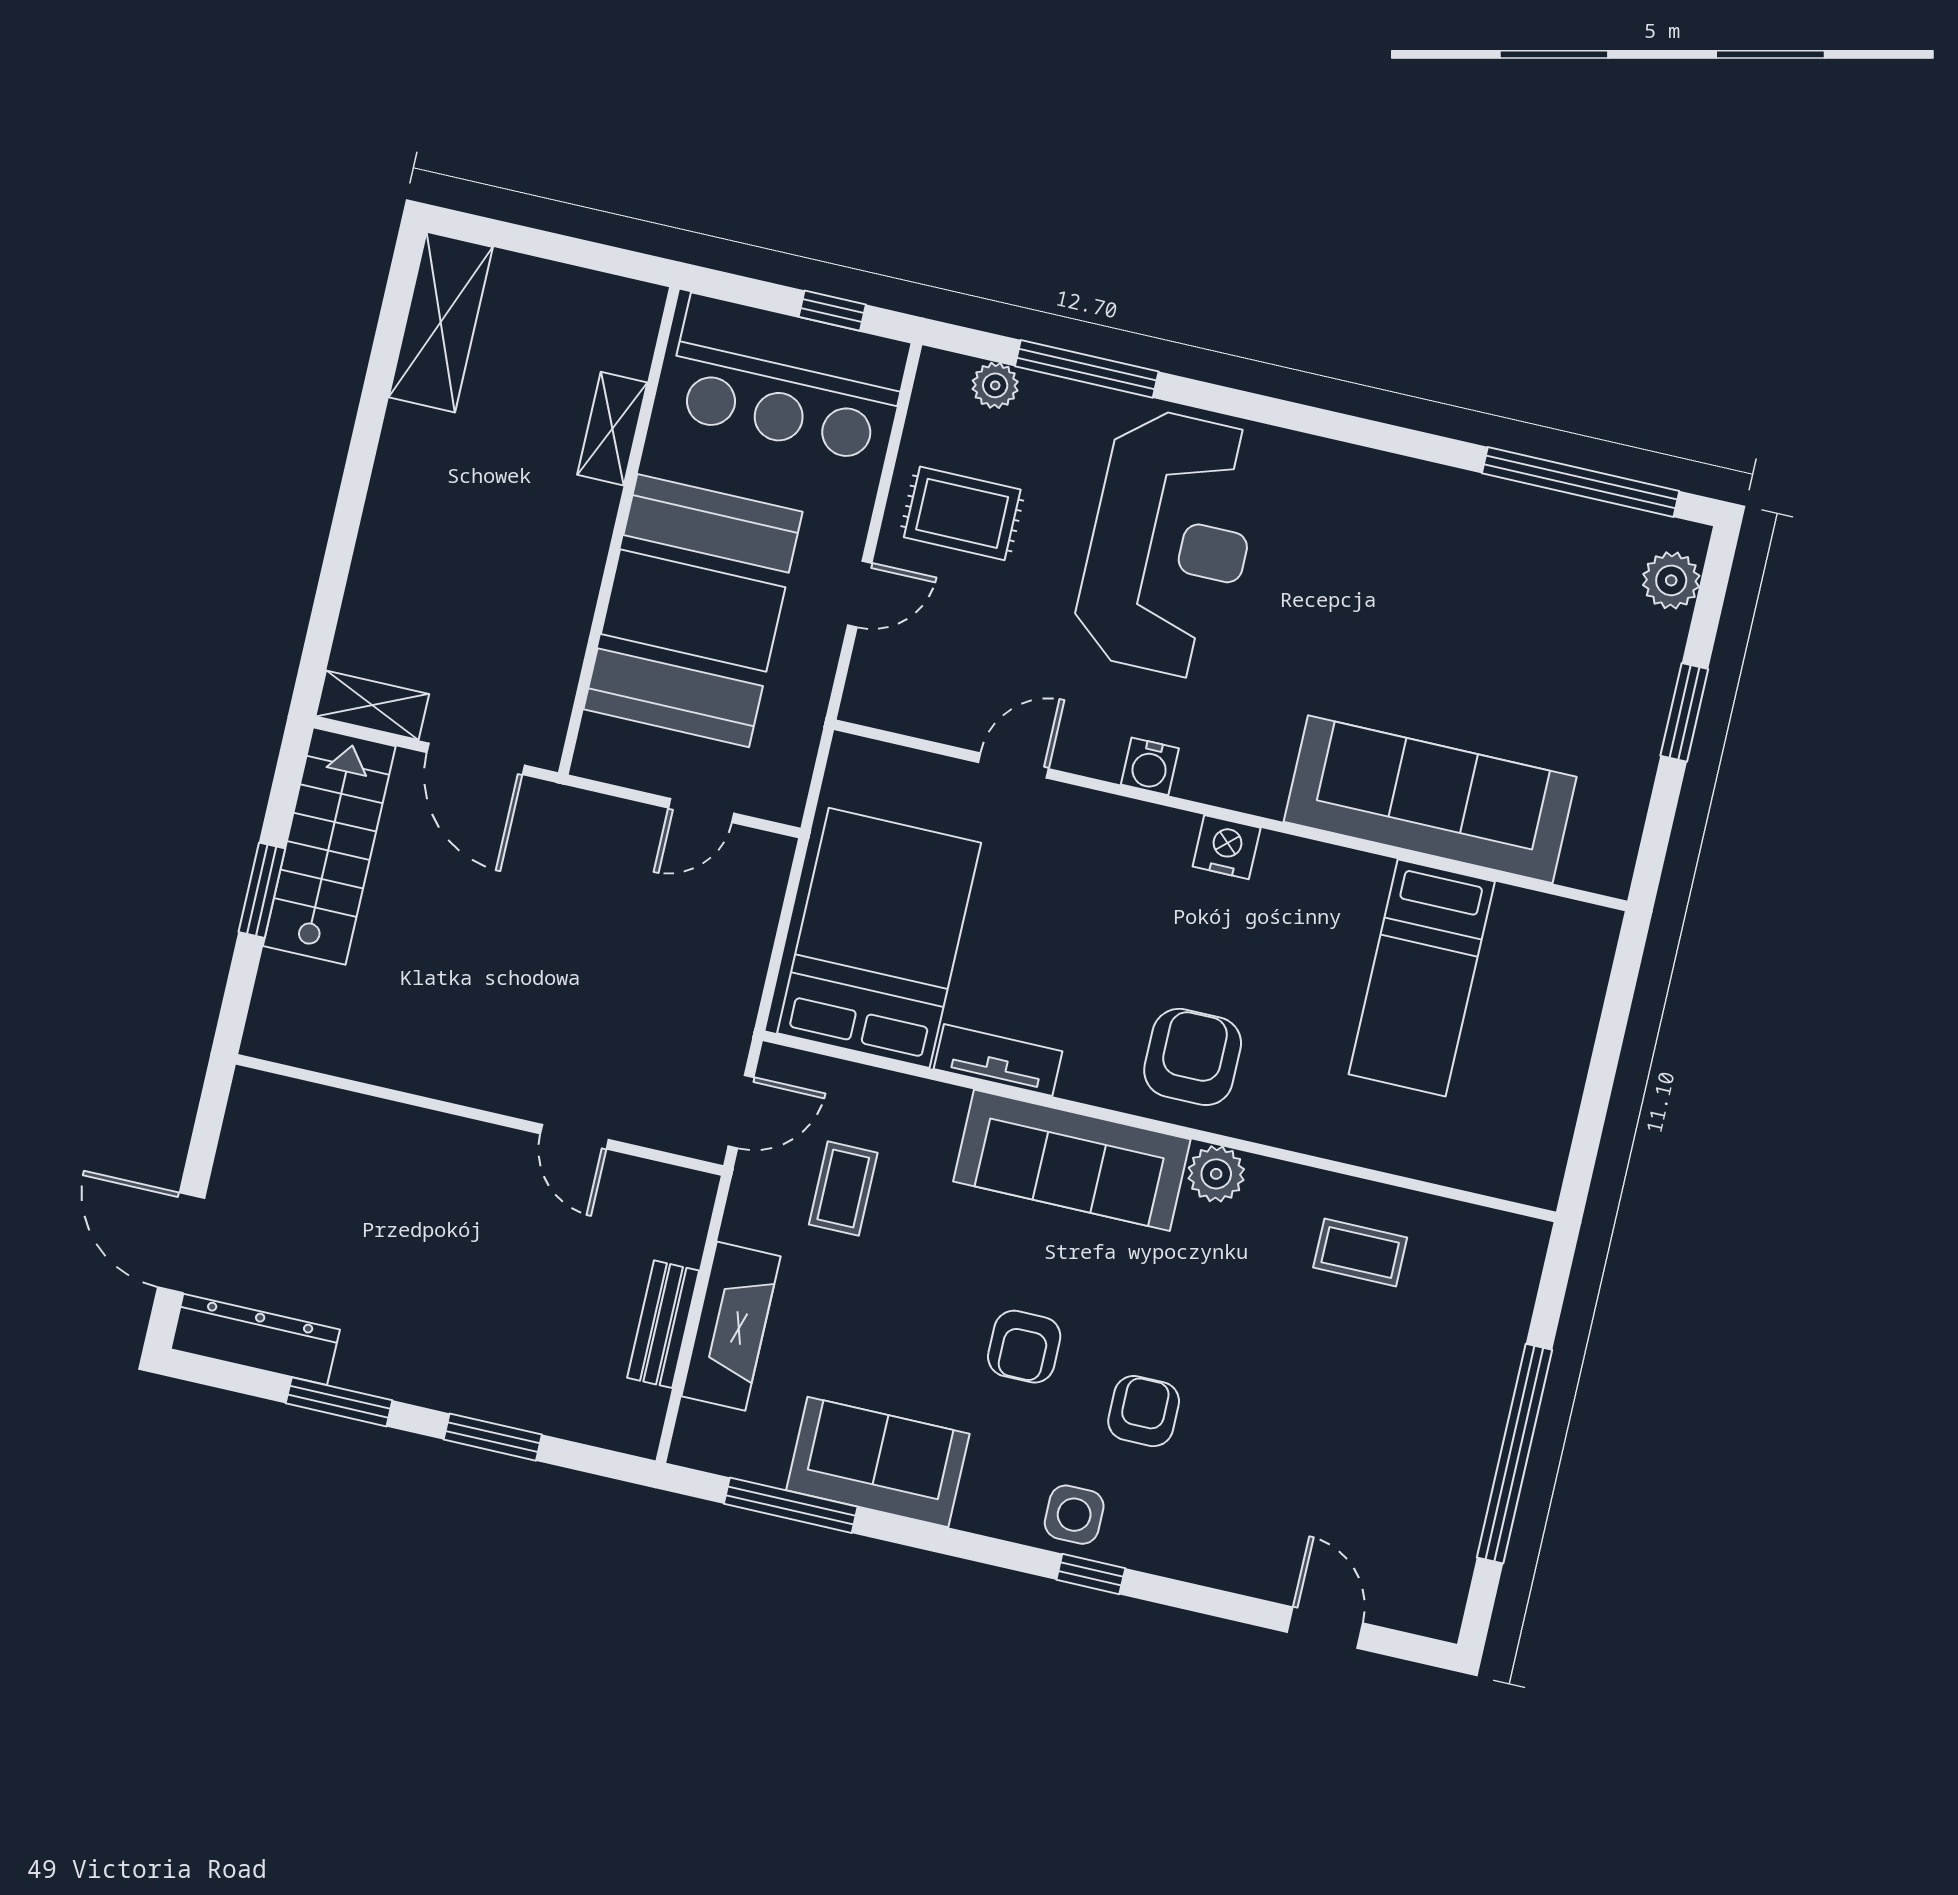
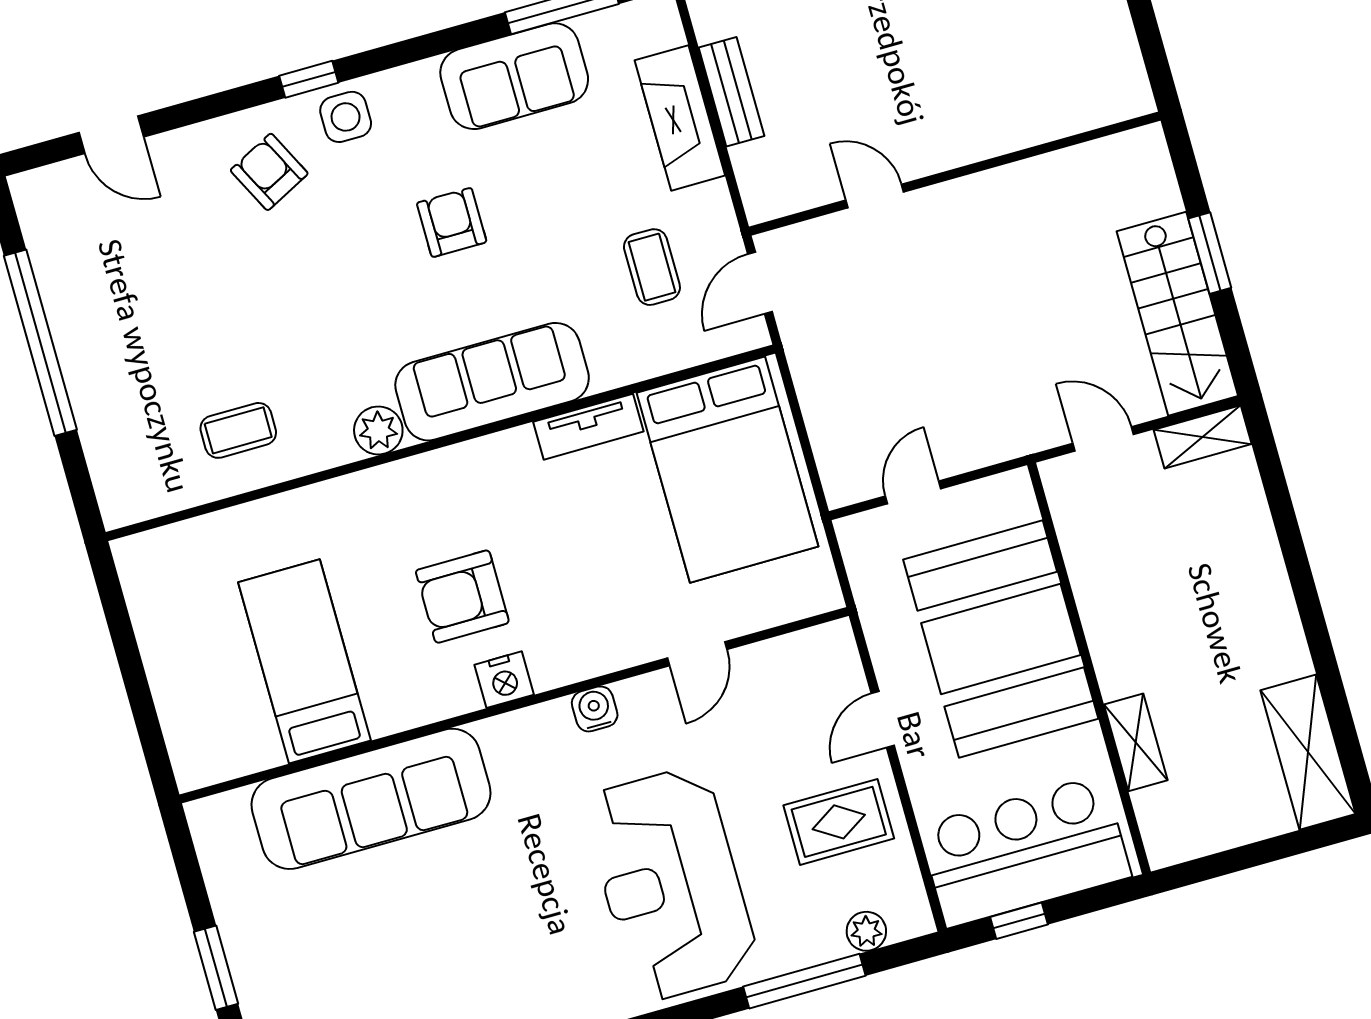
door: (476, 759) -> (1103, 439), width x0.73
armchair: (1193, 1057) -> (462, 597), moved, turned 90
armchair: (1144, 1411) -> (269, 172), moved, turned 153

